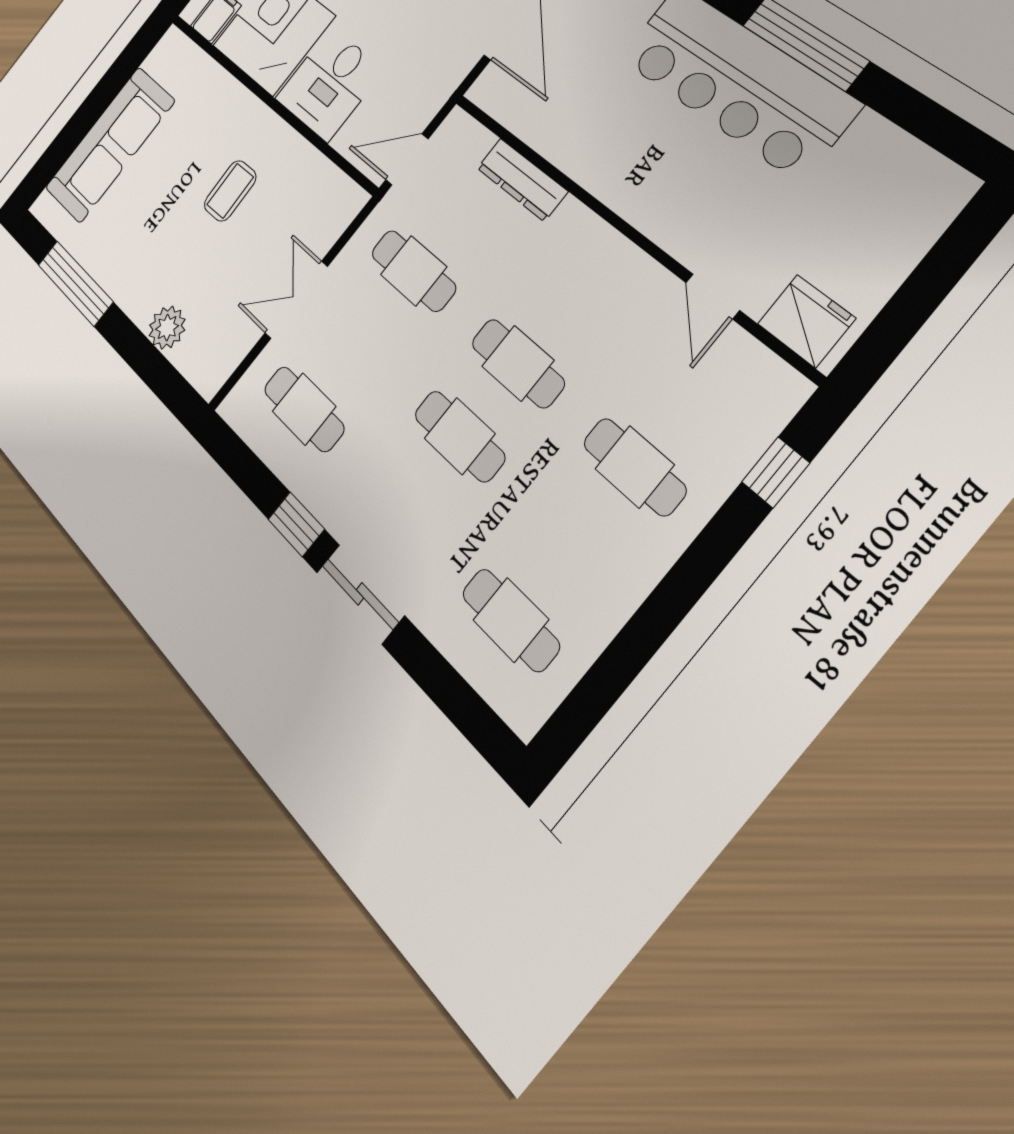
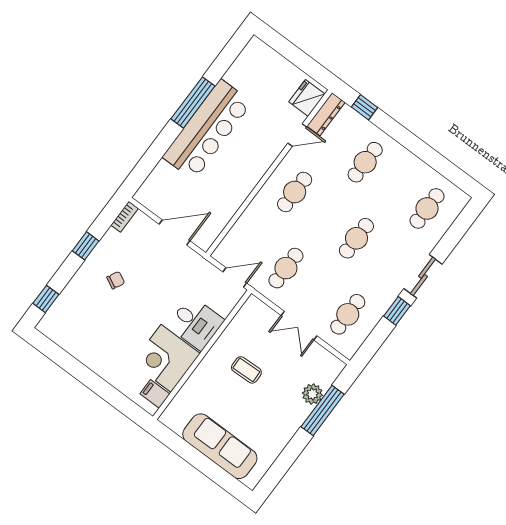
door: (407, 159) -> (235, 277), swing flipped
dresser: (522, 180) -> (326, 114), moved
window: (75, 283) -> (323, 411), moved
cafe table: (518, 363) -> (295, 192), moved

